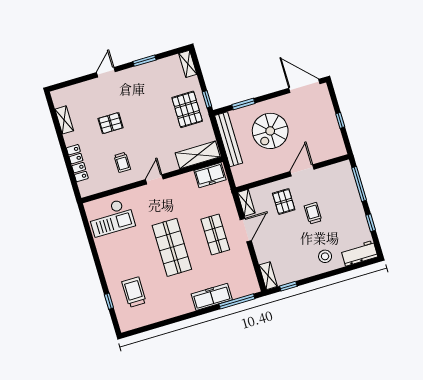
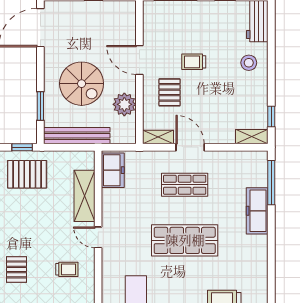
shelving: (198, 155) -> (84, 196), moved
plant: (264, 169) -> (124, 104), added
pallet: (284, 201) -> (170, 92), turned 90

